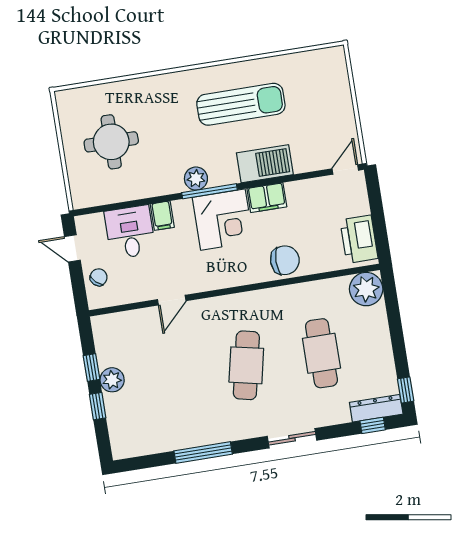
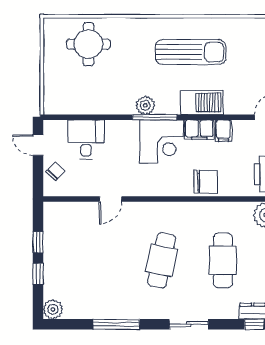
round table: (111, 142) -> (88, 44), moved
filing cabinet: (162, 216) -> (223, 131), moved
plant: (112, 380) -> (53, 309), moved

